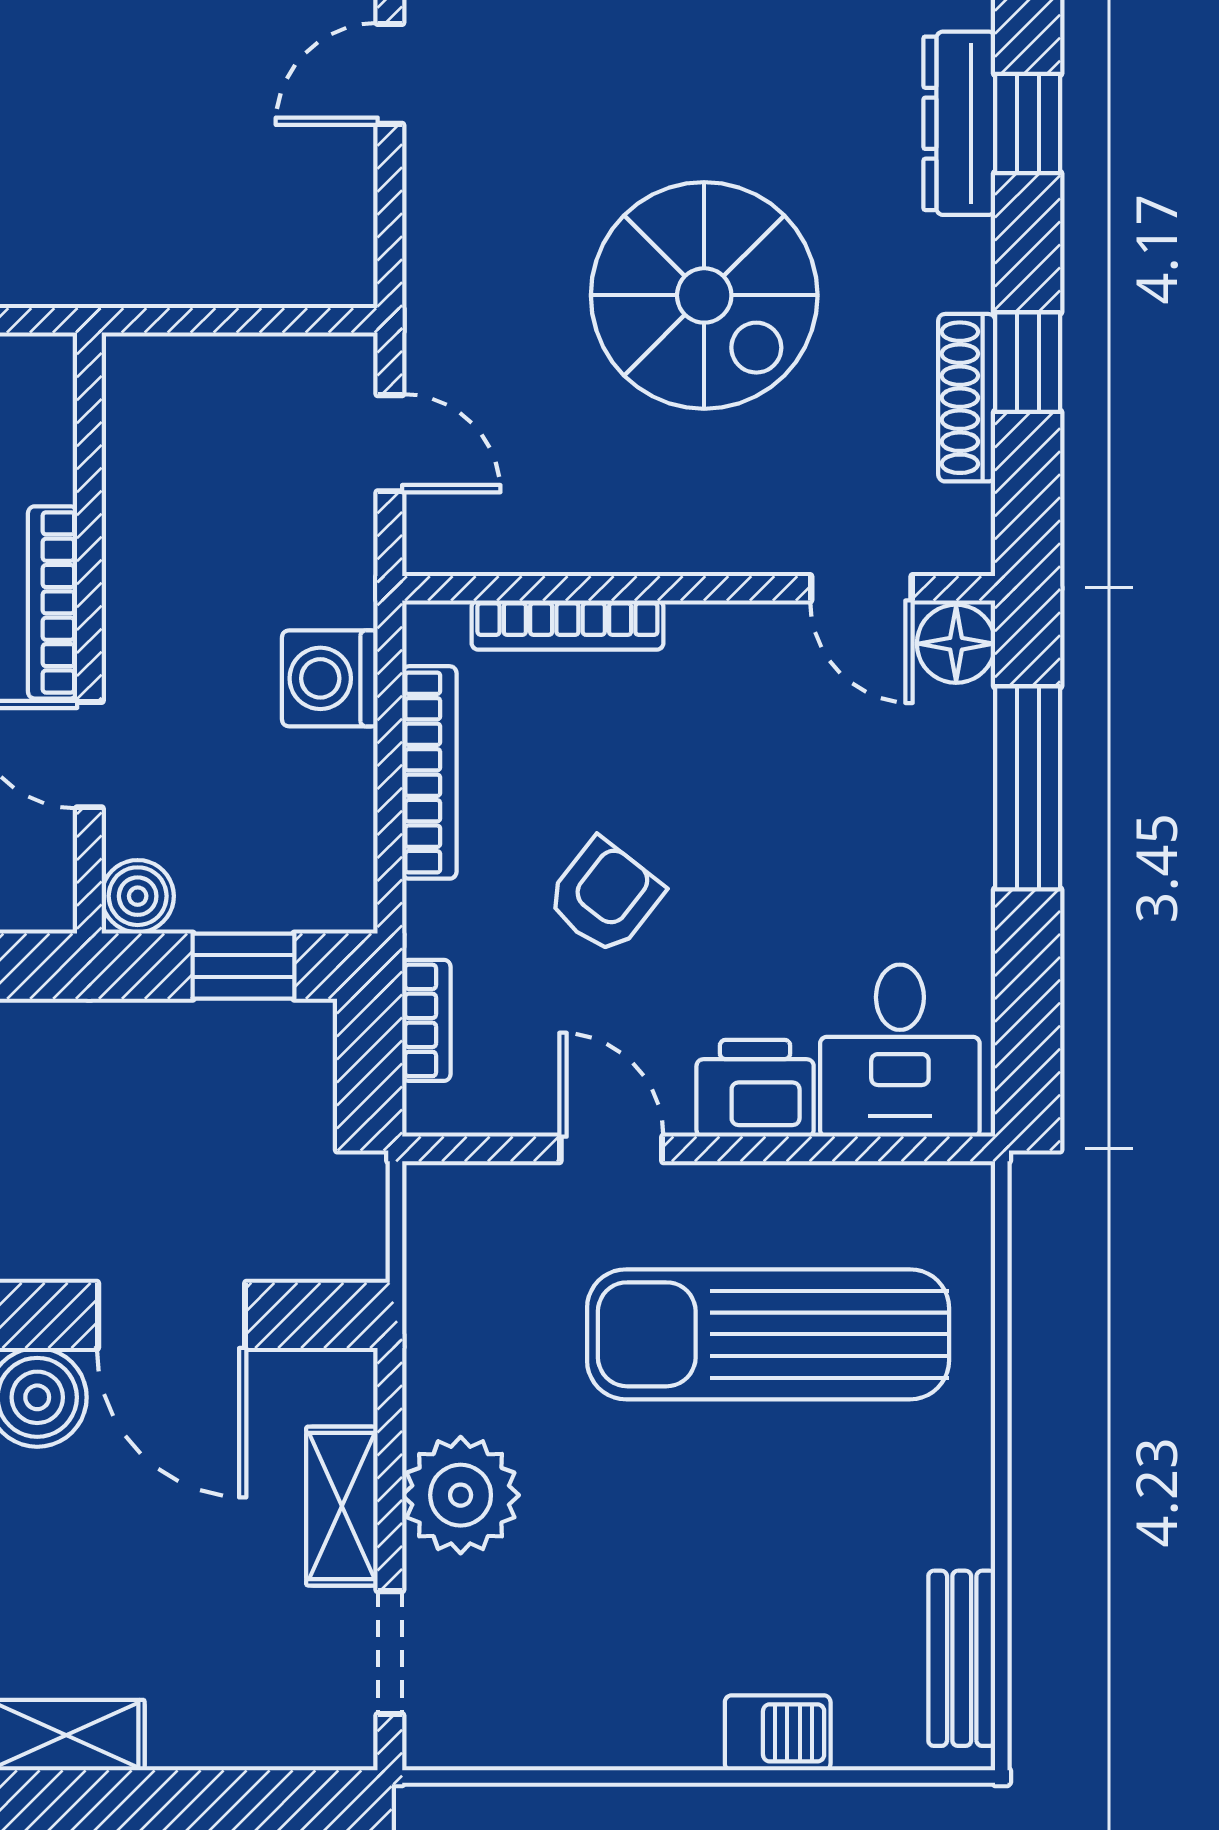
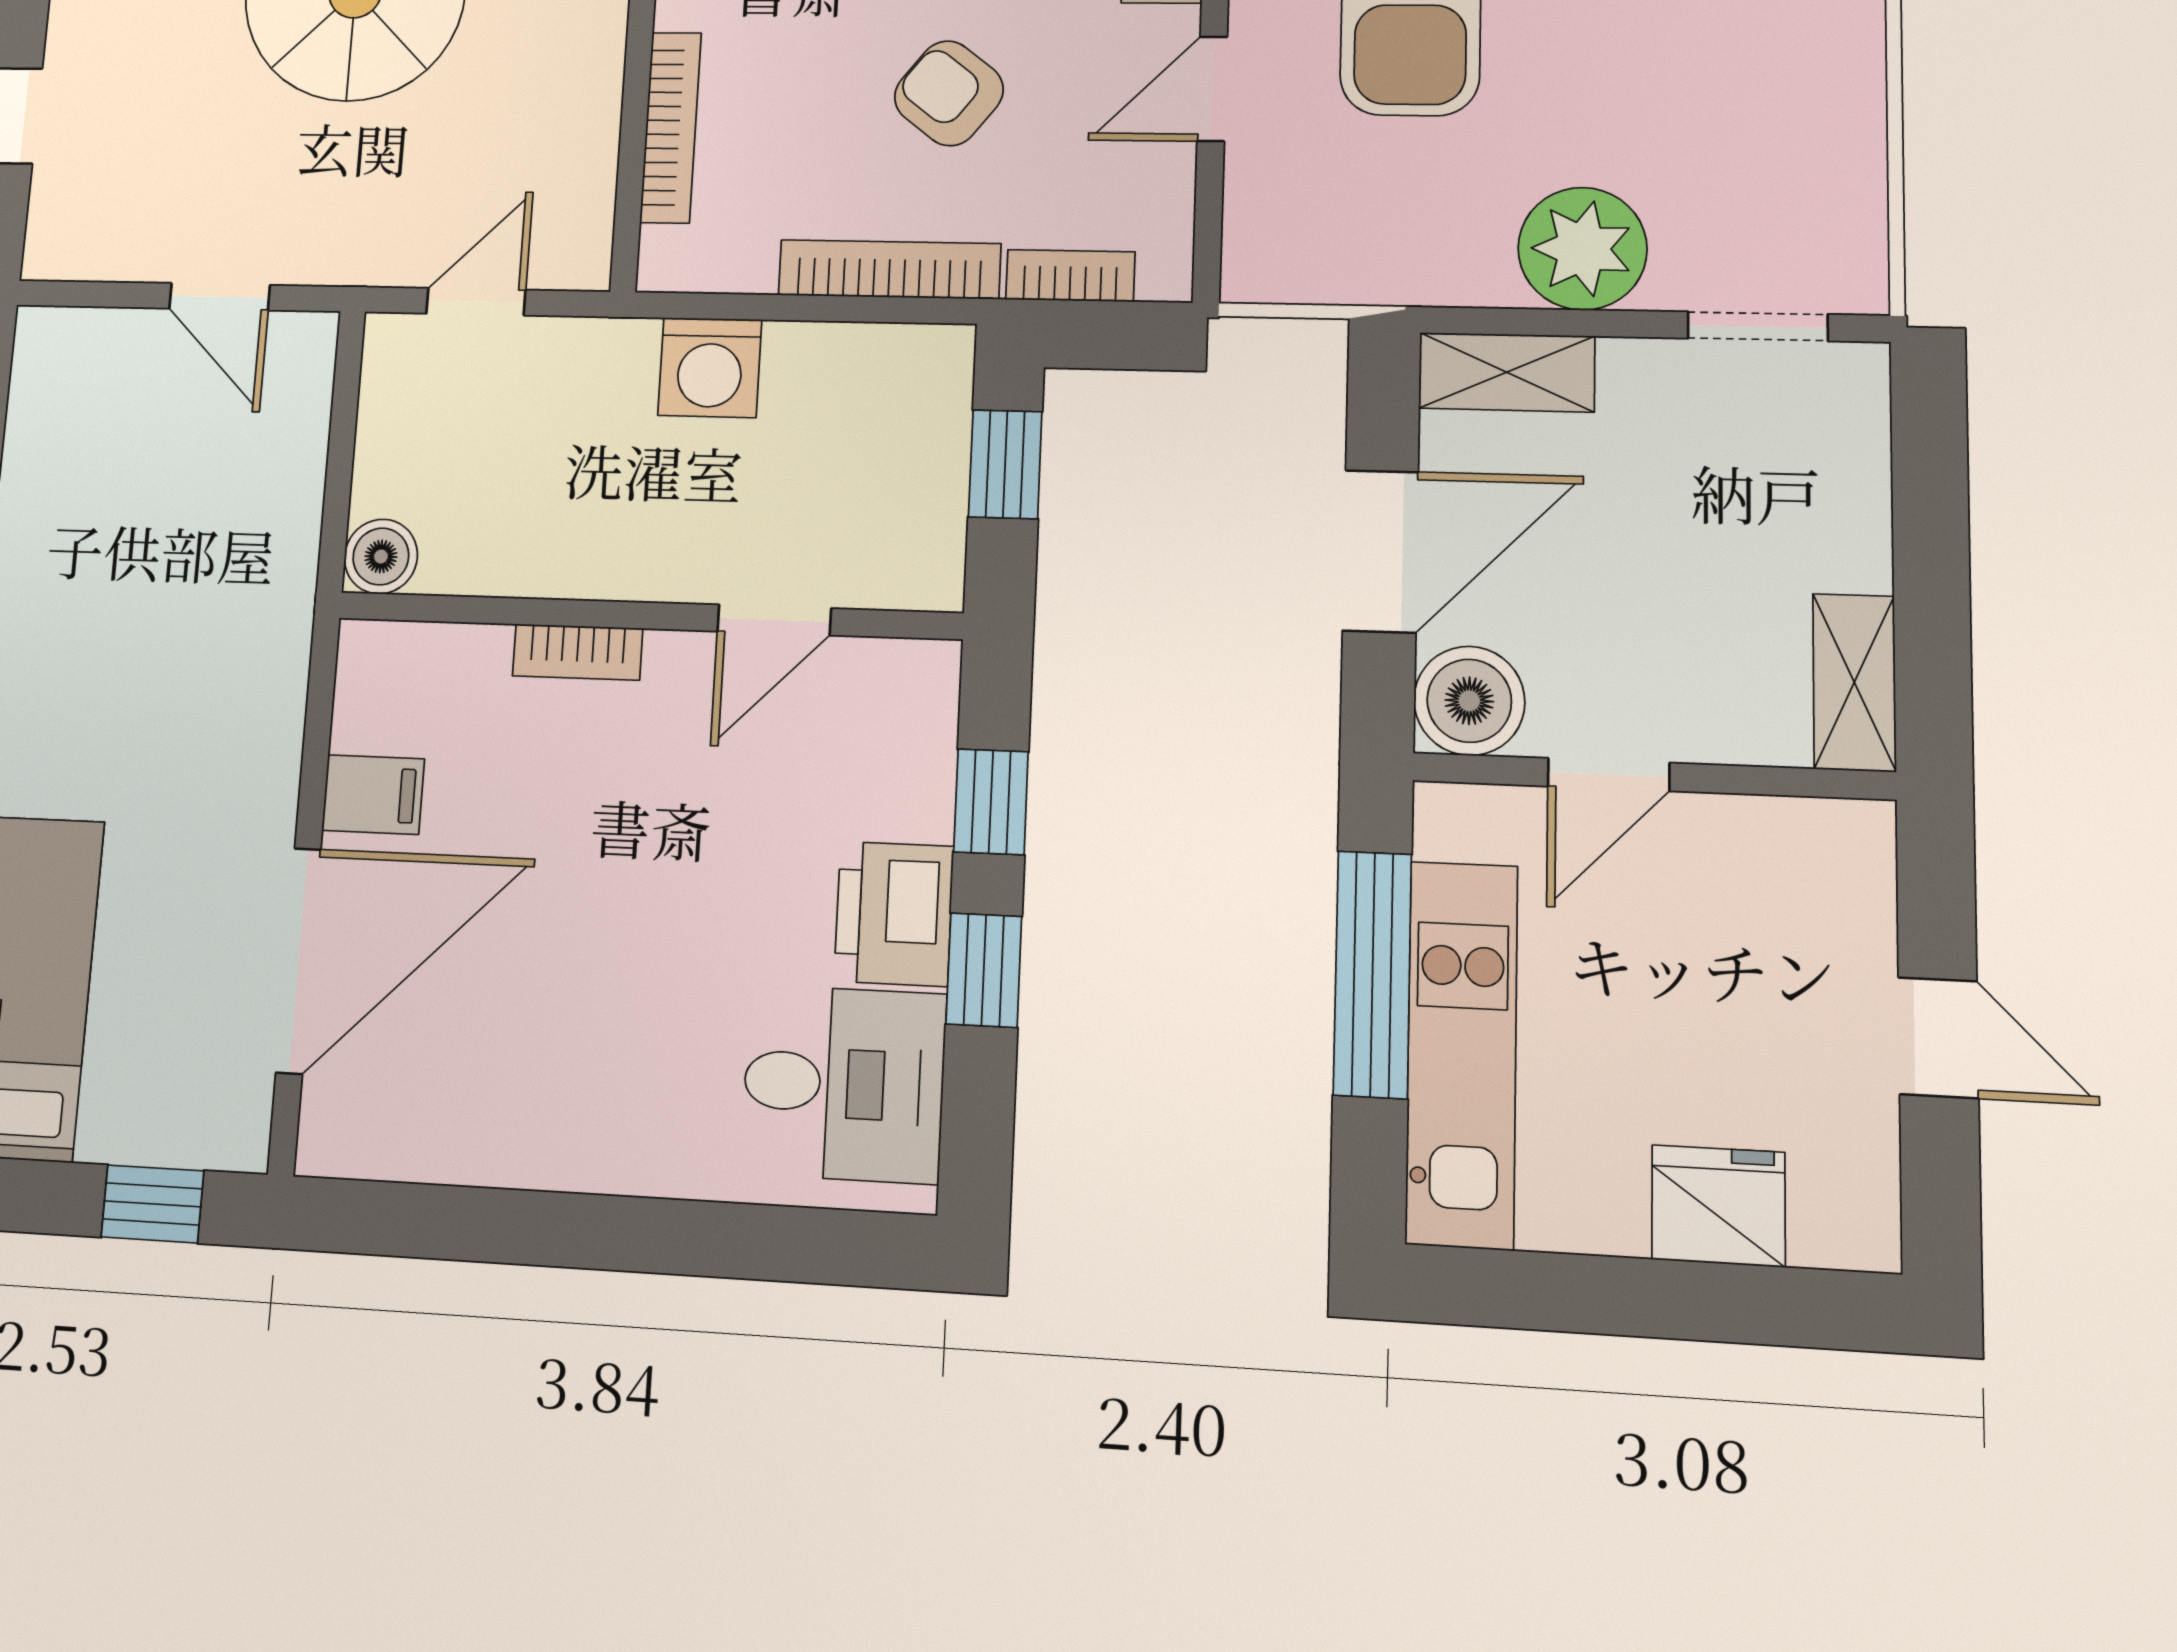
door: (390, 74) -> (220, 297), moved
bookcase: (53, 602) -> (578, 652), width x0.64
bookcase: (429, 772) -> (889, 269), moved
boiler: (138, 896) -> (381, 557), moved
shelving: (342, 1506) -> (1507, 372), moved

